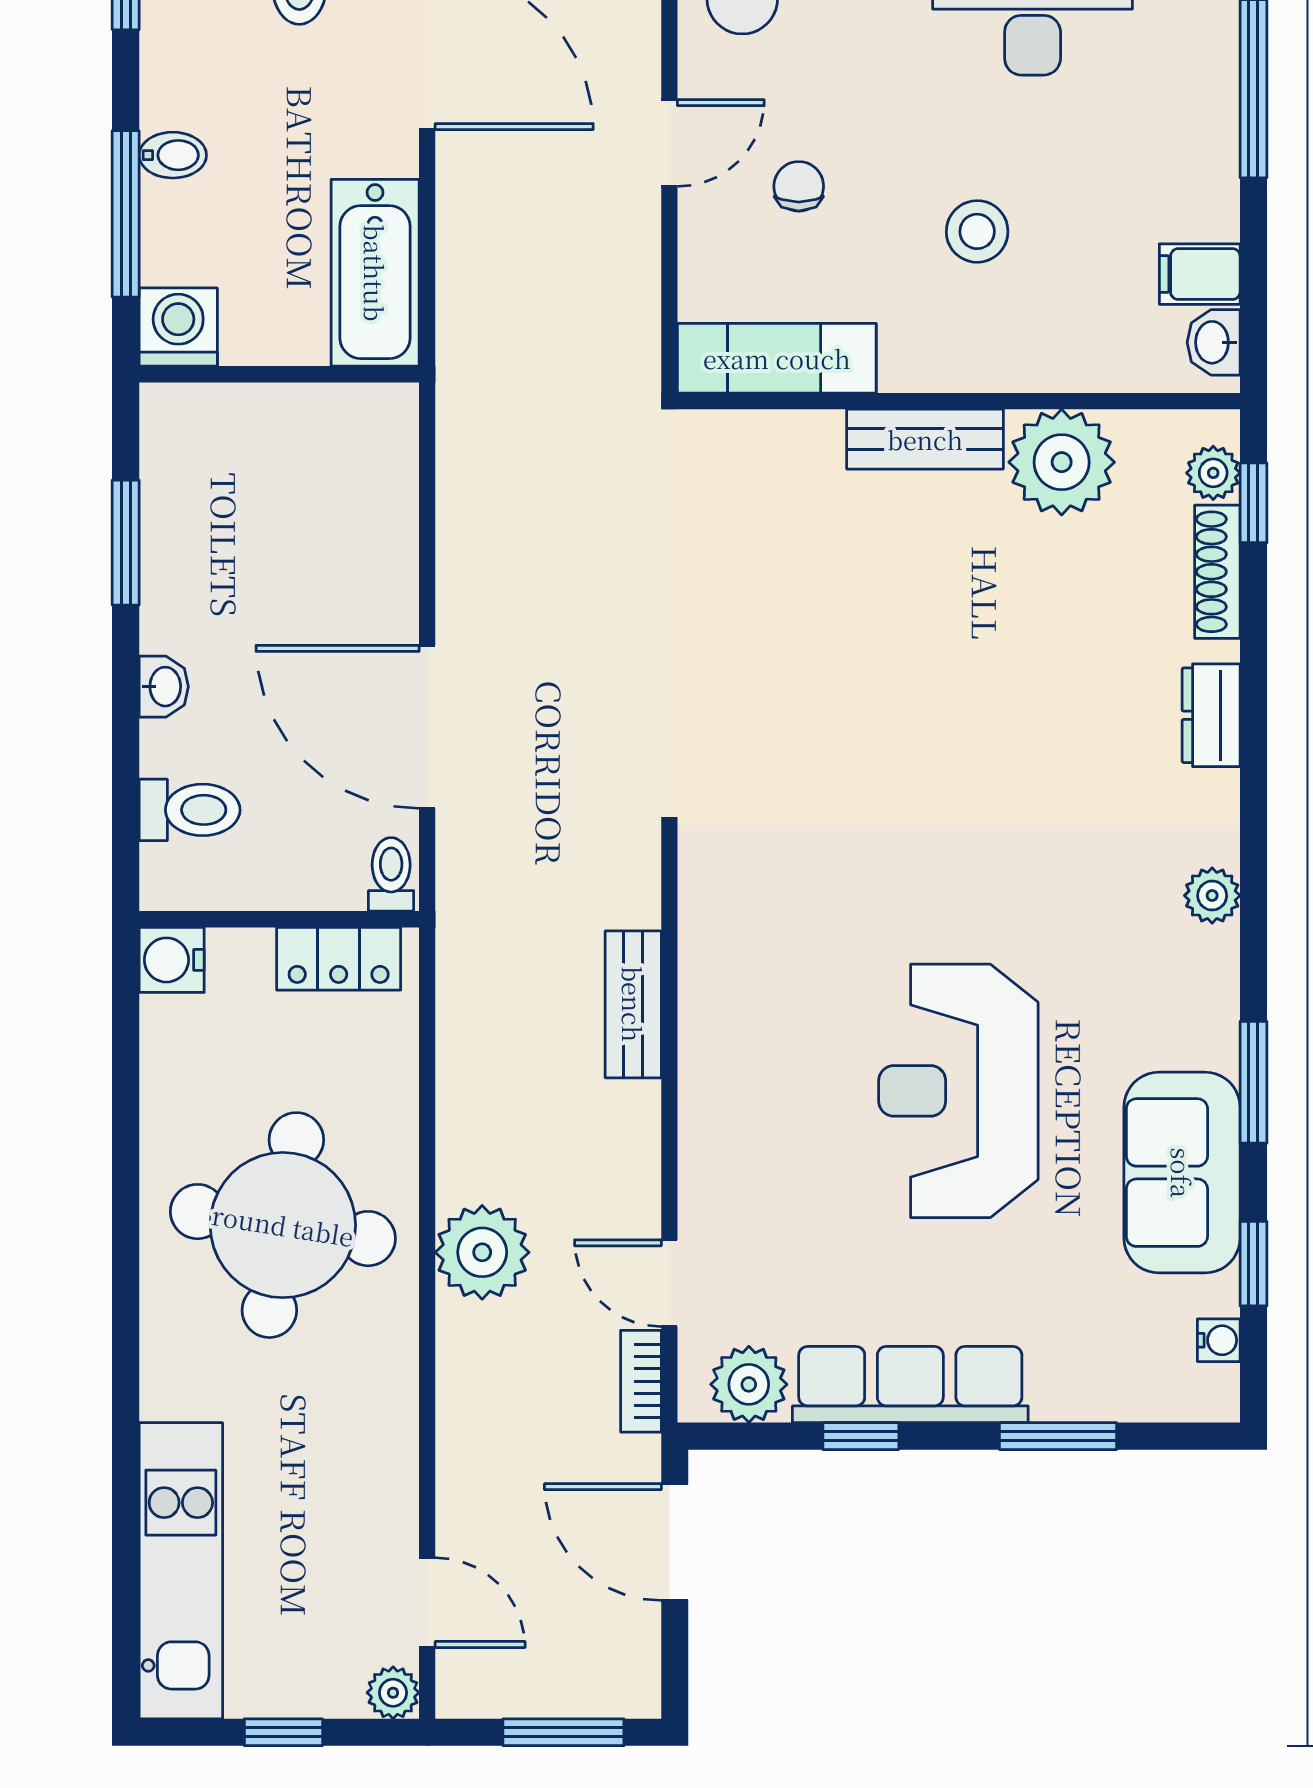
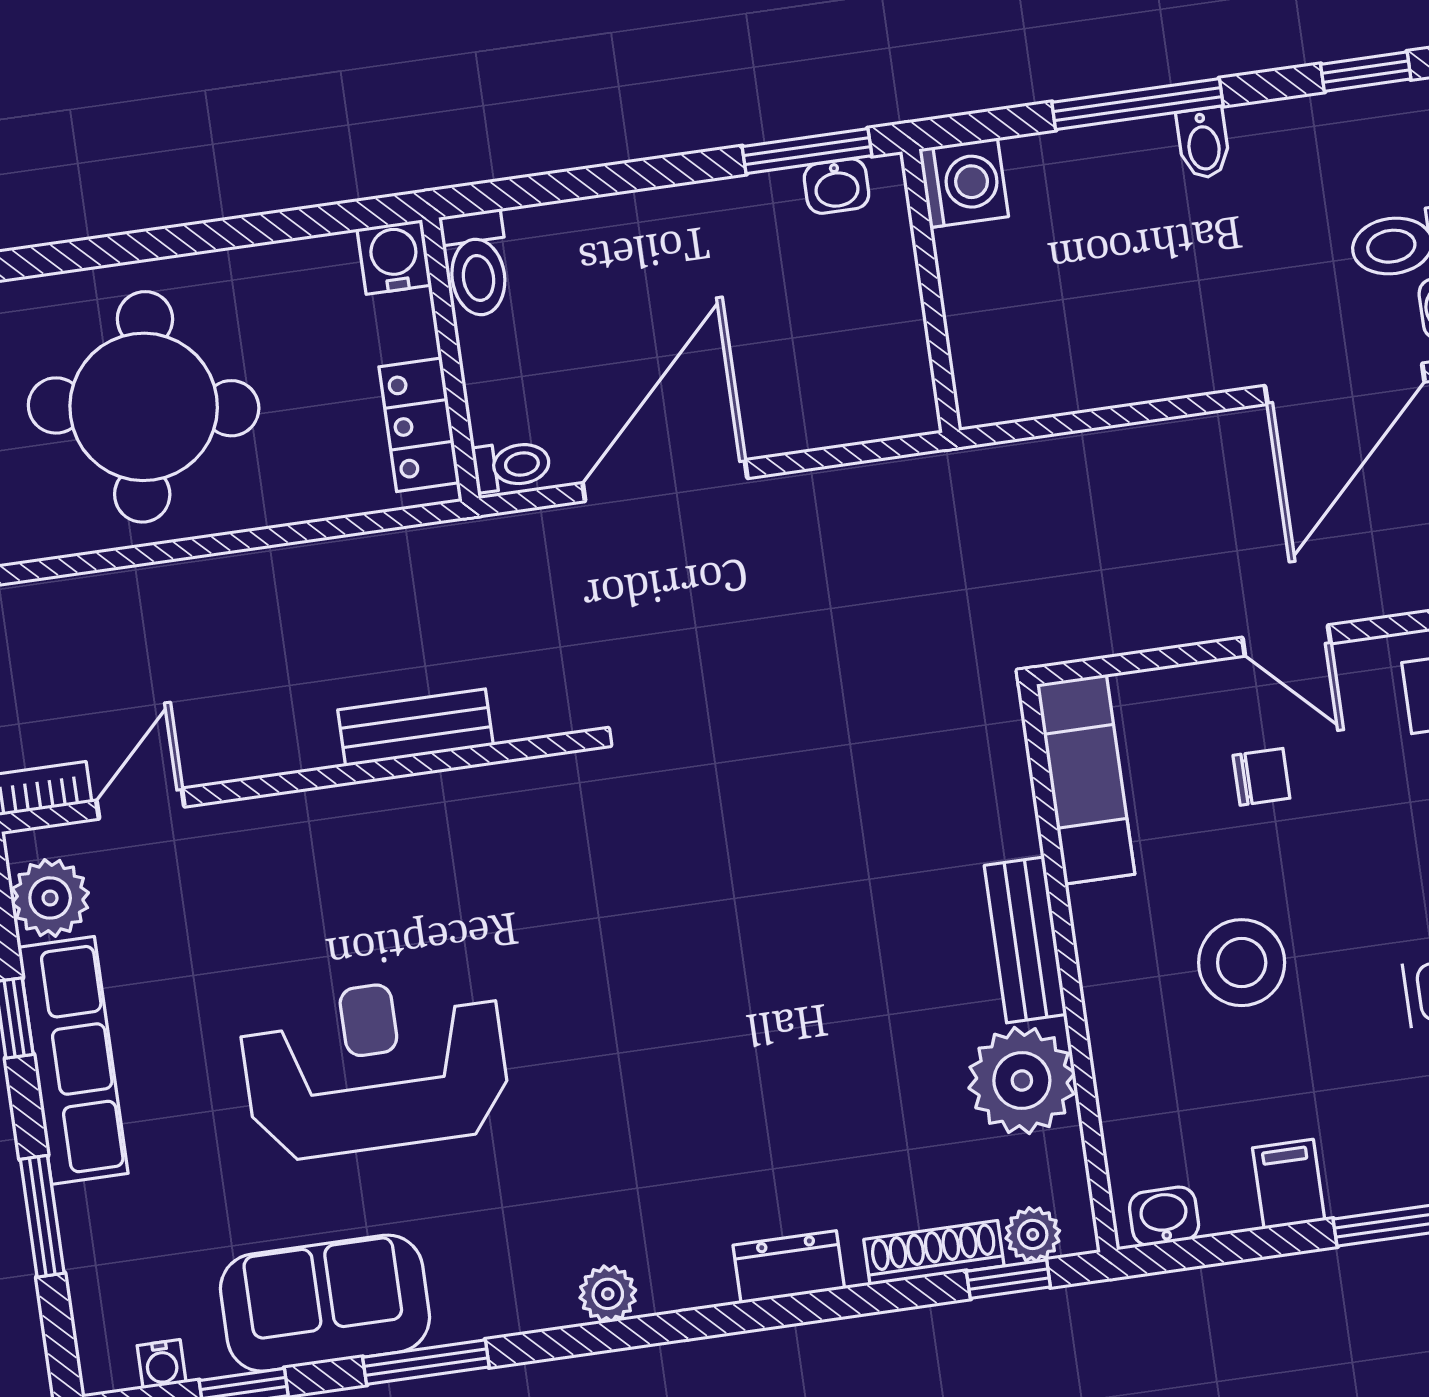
stool: (977, 231) -> (1242, 963), width x1.38, depth x1.38
bathtub: (375, 273) -> (1114, 363), removed
filing cabinet: (1200, 274) -> (1289, 1184), moved
washing machine: (178, 327) -> (964, 183), moved
wall: (279, 374) -> (931, 291), moved
washbasin: (164, 687) -> (837, 186), moved
toilet: (190, 810) -> (477, 264), moved
plant: (482, 1252) -> (145, 611), removed

